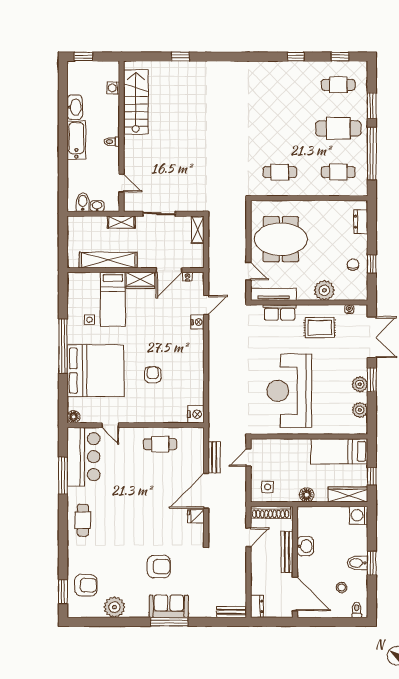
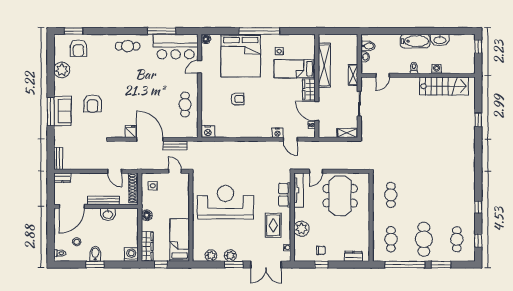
washing machine: (113, 88) -> (437, 69), moved

